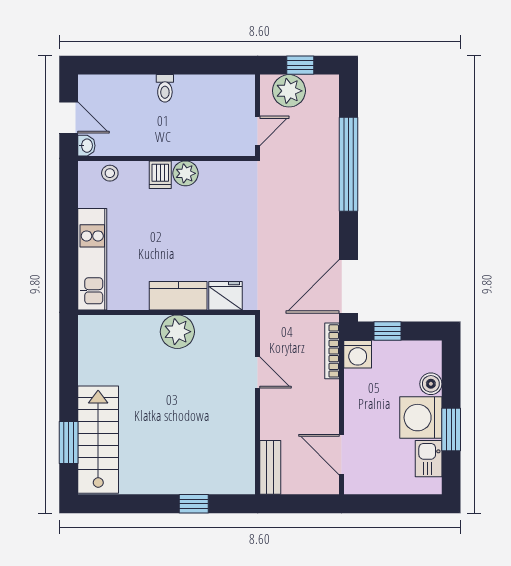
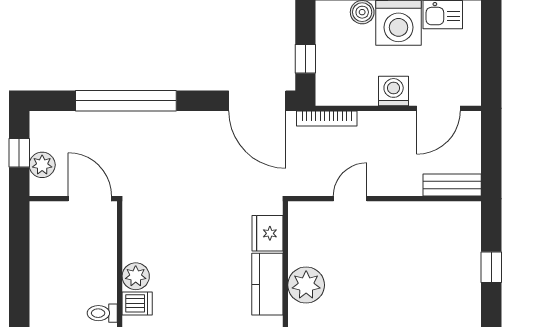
toilet: (165, 88) -> (102, 313), moved, turned 180
plant: (289, 91) -> (42, 165), width x0.73, depth x0.73
door: (258, 131) -> (90, 199), width x1.38
washing machine: (358, 354) -> (394, 91), moved, turned -90

